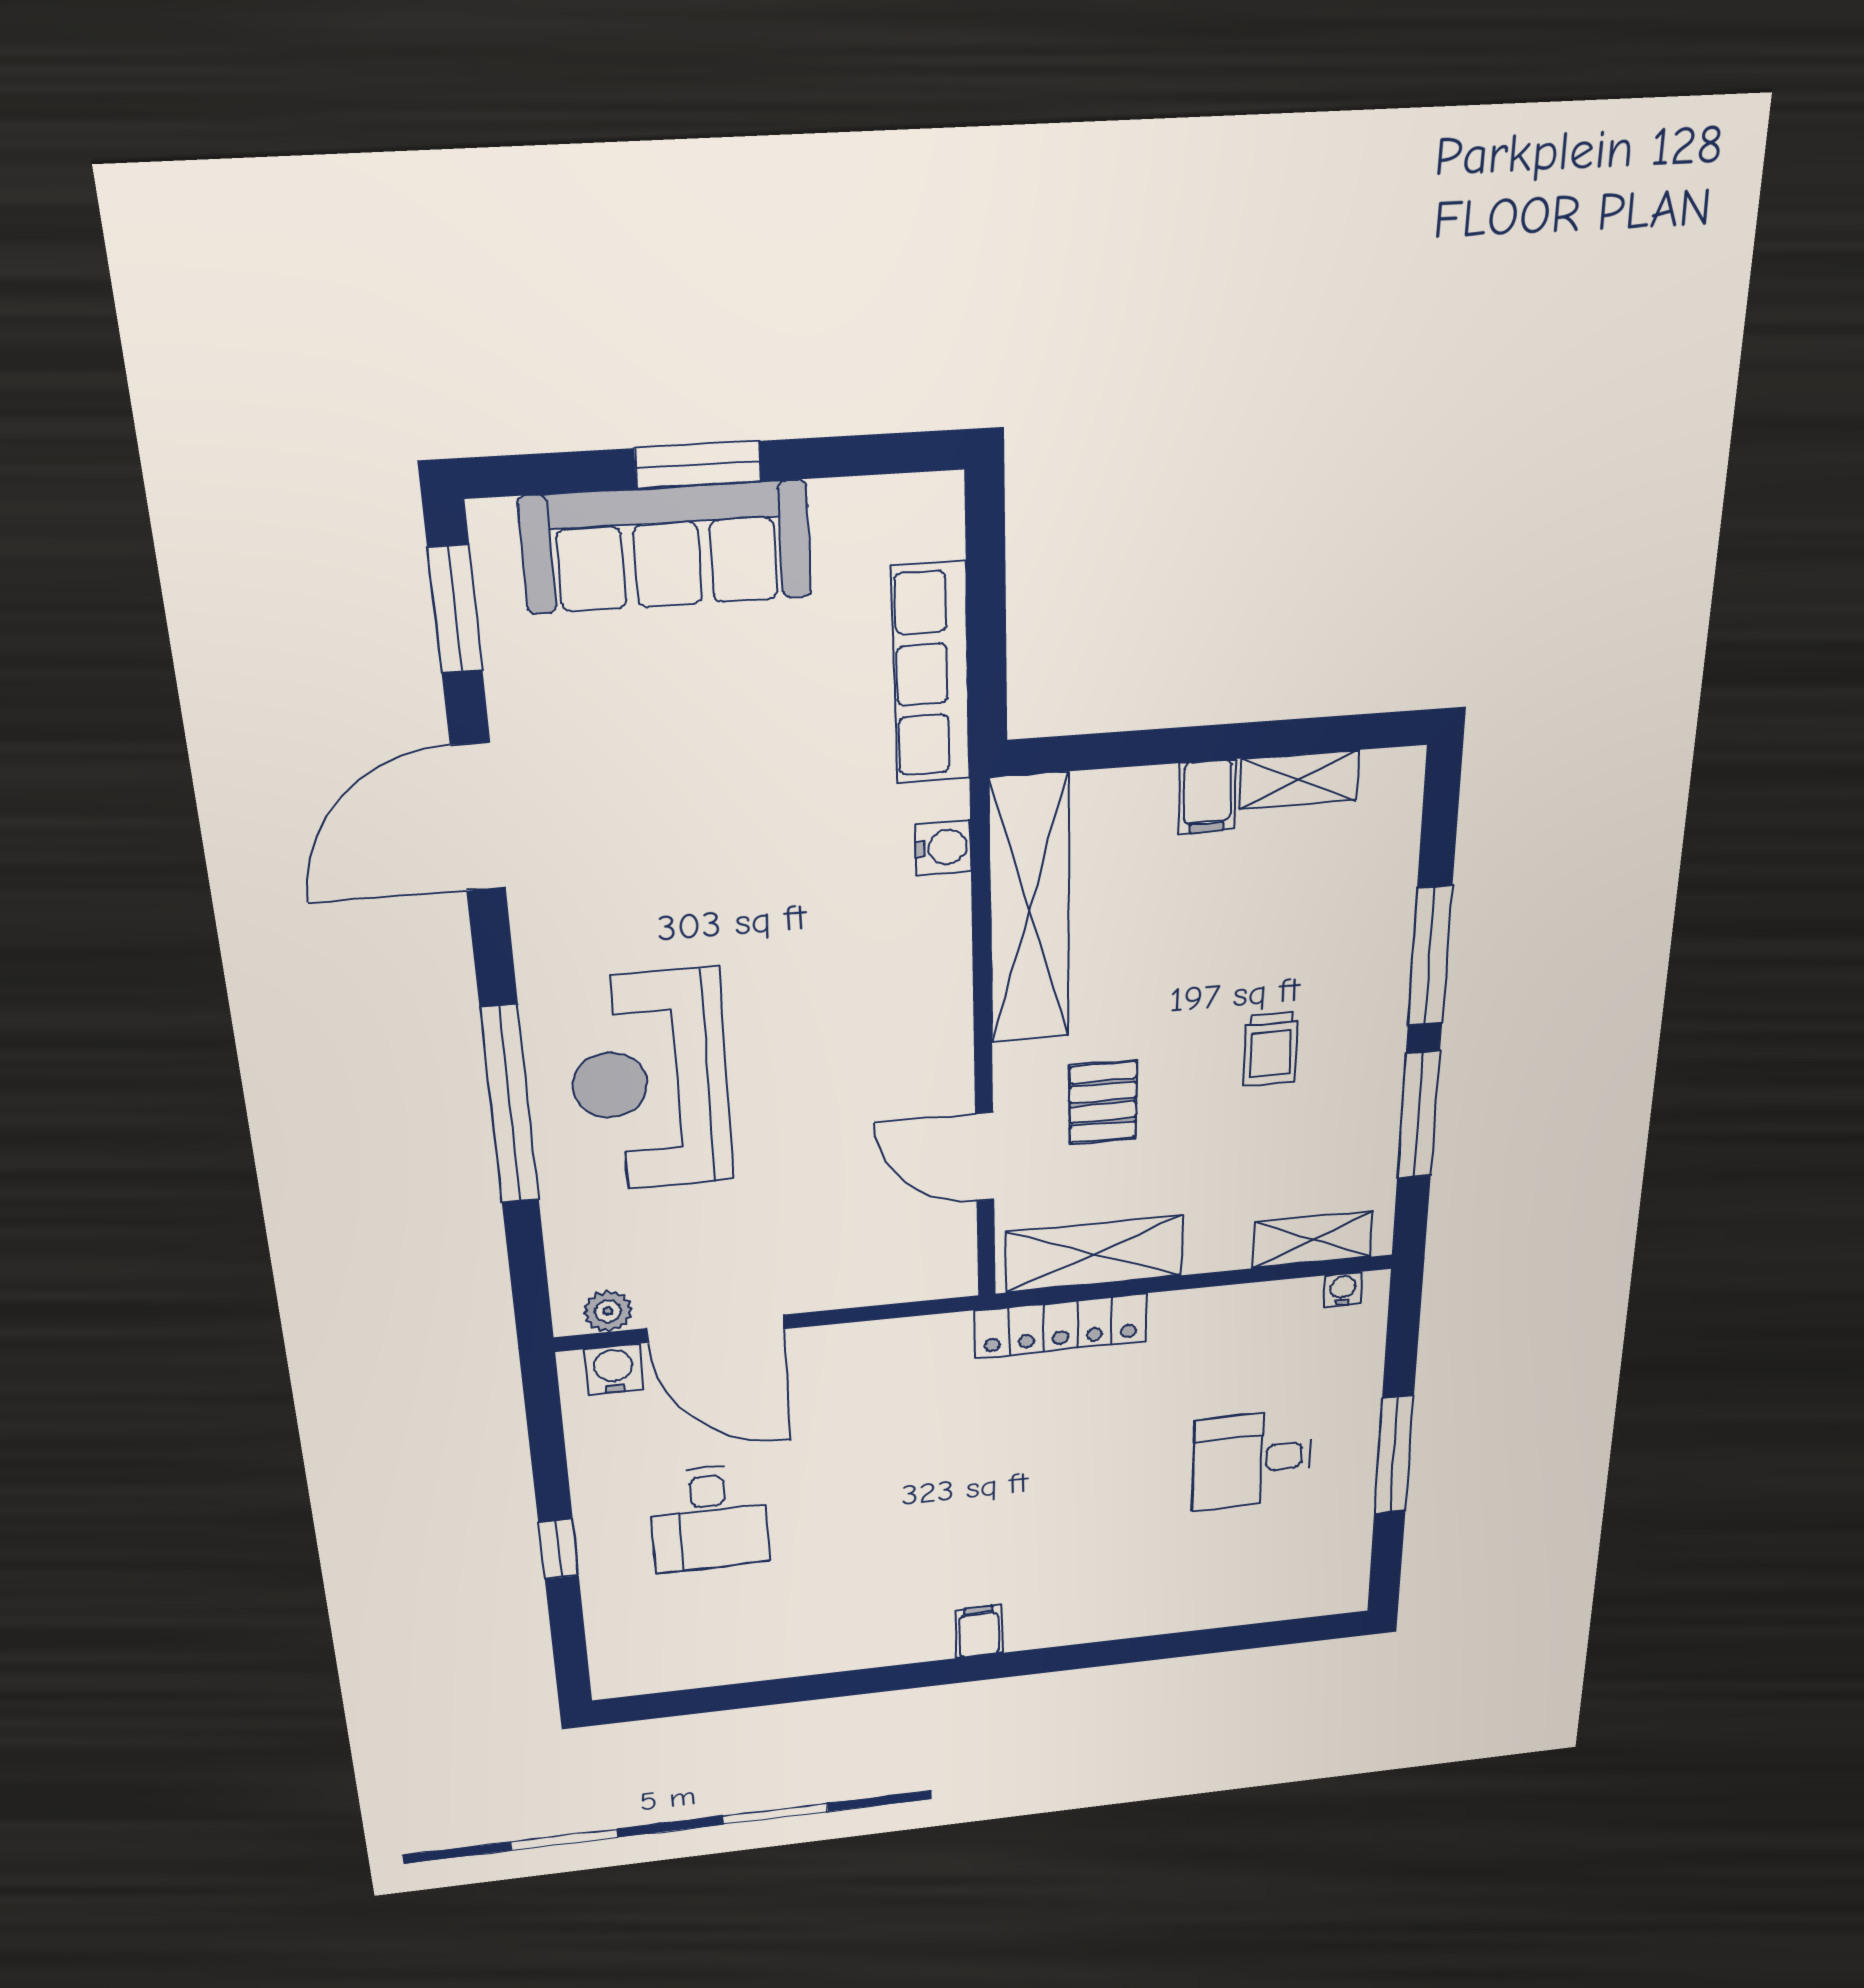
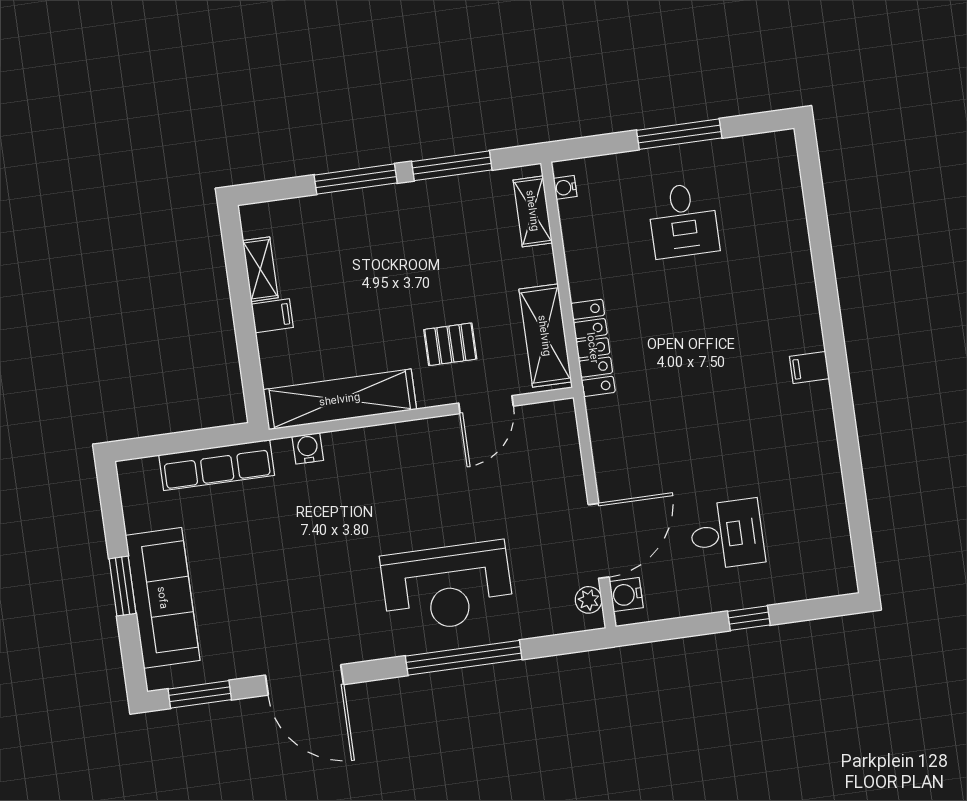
trolley: (1271, 1049) -> (414, 257), removed

